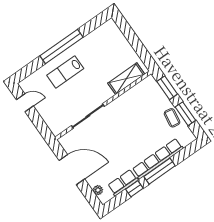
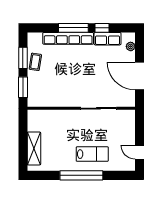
shelving: (126, 79) -> (34, 148), moved, turned 90

